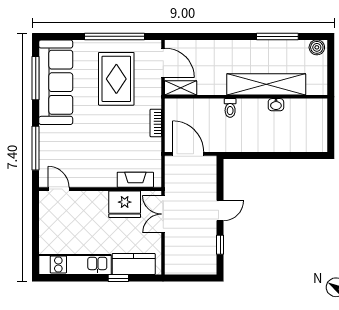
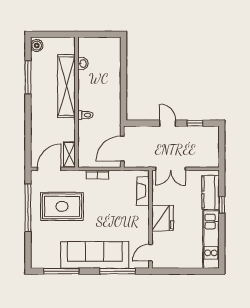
sofa: (56, 82) -> (95, 255), moved
washbasin: (276, 105) -> (83, 64), moved
fridge: (125, 204) -> (163, 218), moved

